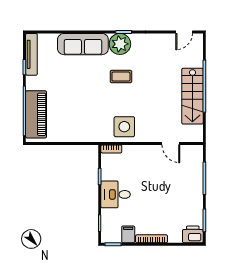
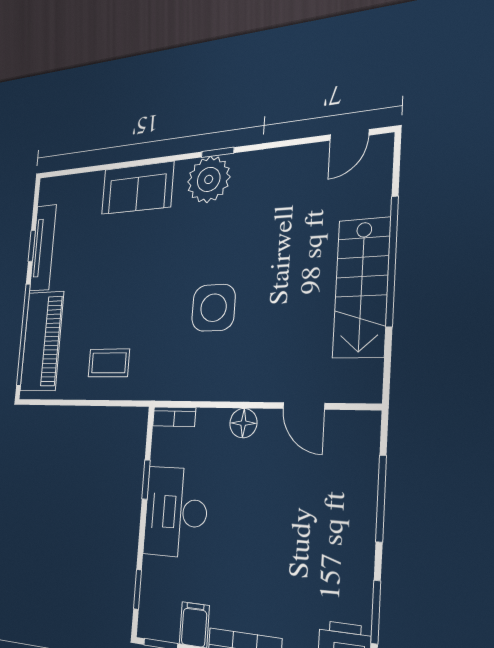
sofa: (83, 44) -> (137, 188), width x0.73
tv unit: (31, 54) -> (43, 248), moved
coffee table: (121, 77) -> (109, 363), moved
side table: (124, 127) -> (213, 308), moved
floor lamp: (145, 151) -> (243, 423), added
desk: (116, 194) -> (176, 512), width x1.37

